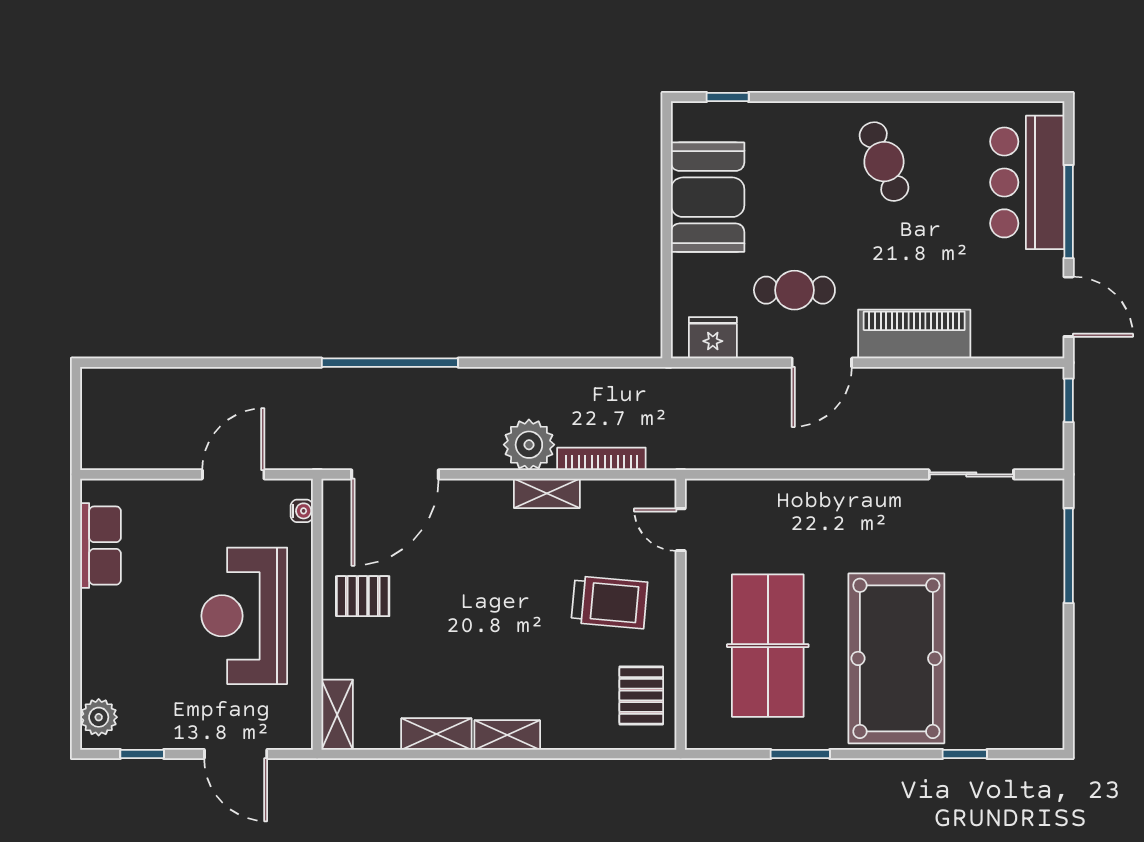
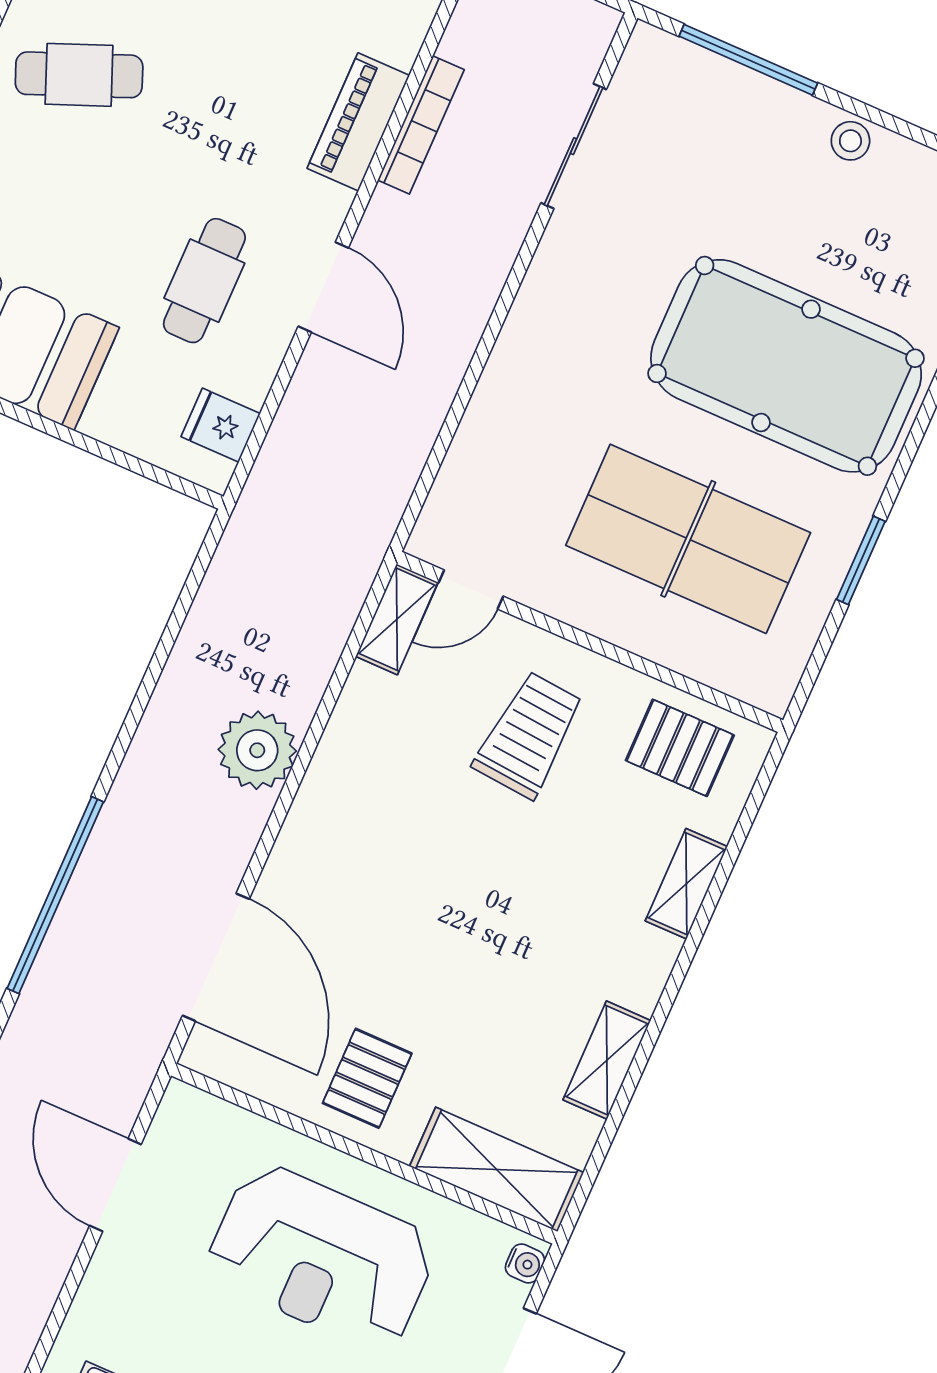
piano: (914, 334) -> (358, 122), width x0.73, depth x0.75
fridge: (713, 338) -> (221, 425), width x0.72
bookcase: (601, 459) -> (421, 125), moved, turned 180
shelving: (547, 493) -> (397, 619), moved
water cooler: (302, 511) -> (525, 1264), moved, turned 90
stool: (1047, 638) -> (850, 141), added
shelving: (337, 715) -> (497, 1169), width x1.50, depth x1.33
shelving: (507, 735) -> (686, 884), moved

